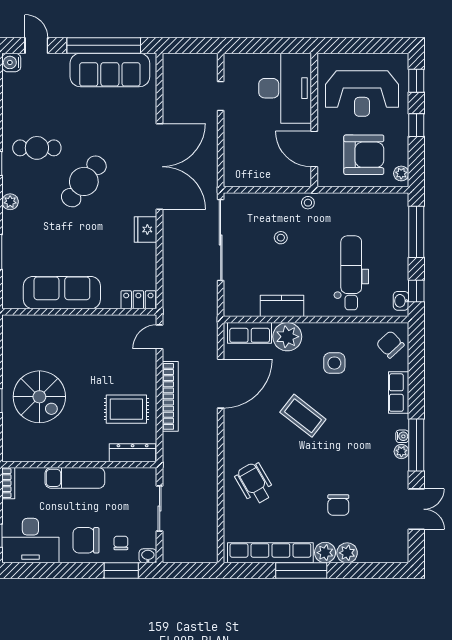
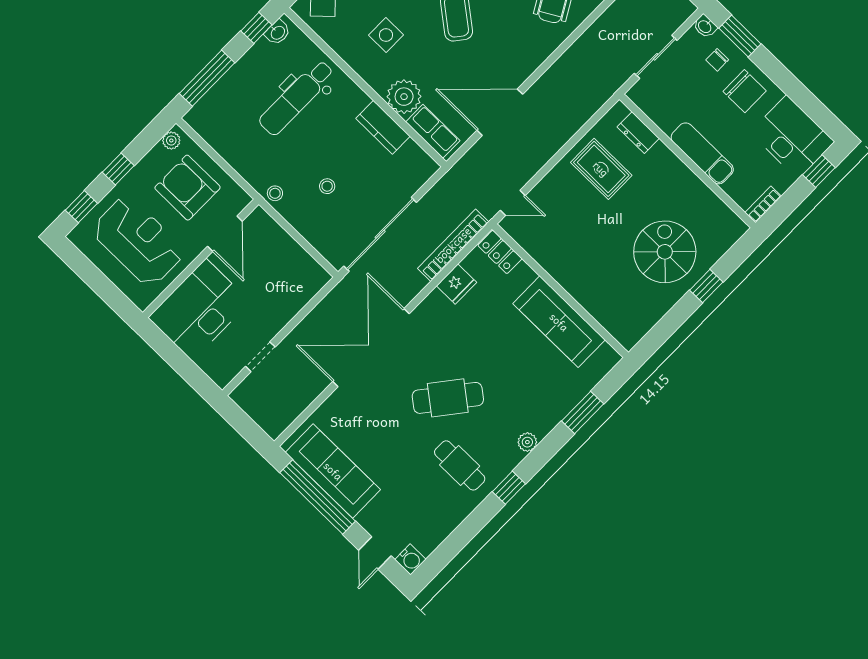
fridge: (146, 229) -> (457, 284), moved
bookcase: (170, 396) -> (453, 245), moved
dresser: (133, 453) -> (638, 133), width x0.70

